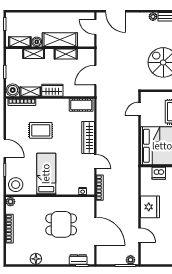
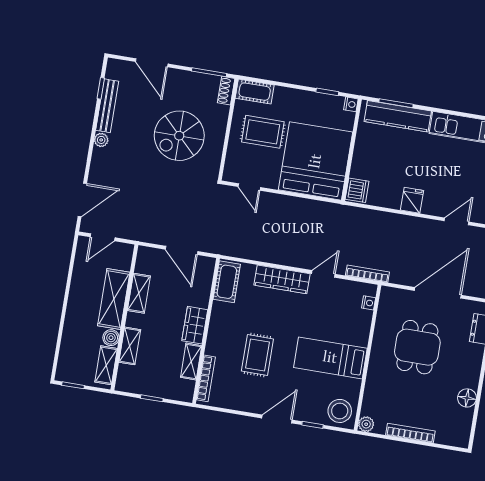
boiler: (13, 90) -> (184, 390), removed
dishwasher: (159, 173) -> (357, 190), moved
fridge: (150, 207) -> (412, 200), width x0.53, depth x0.75

